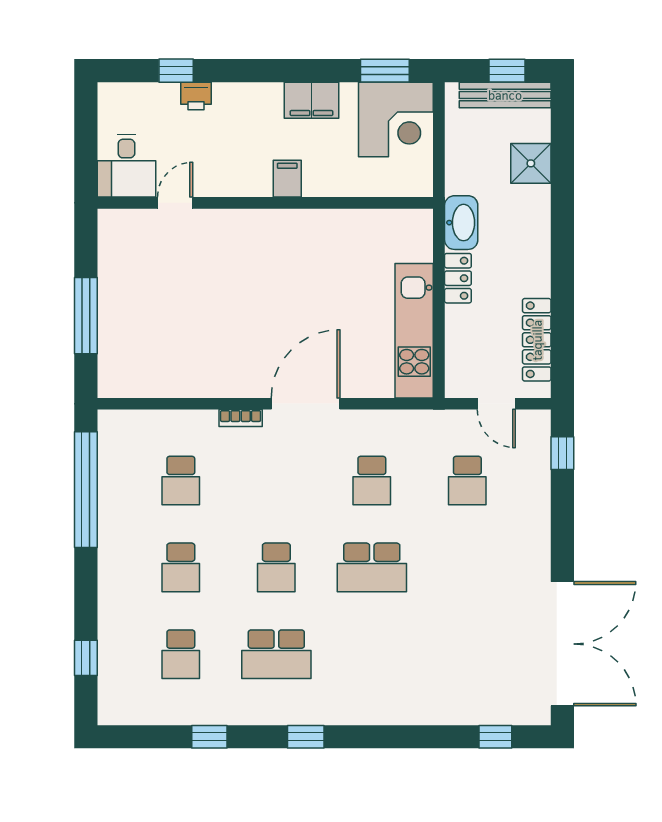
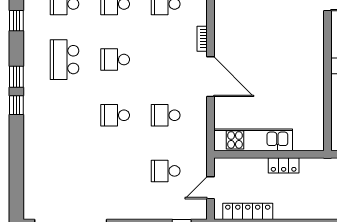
washbasin: (461, 223) -> (316, 167), removed
school desk: (372, 567) -> (115, 115), width x0.54
window: (495, 737) -> (16, 105), moved

